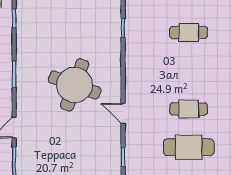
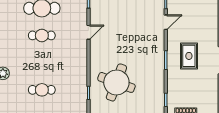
round table: (75, 85) -> (116, 82), moved
door: (123, 114) -> (88, 32), hinge flipped

